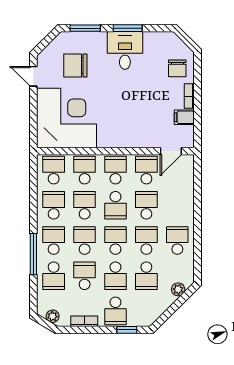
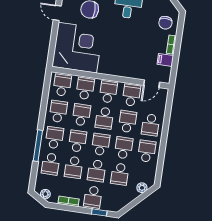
school desk: (177, 205) -> (151, 125), added
school desk: (85, 276) -> (74, 167), turned 180

